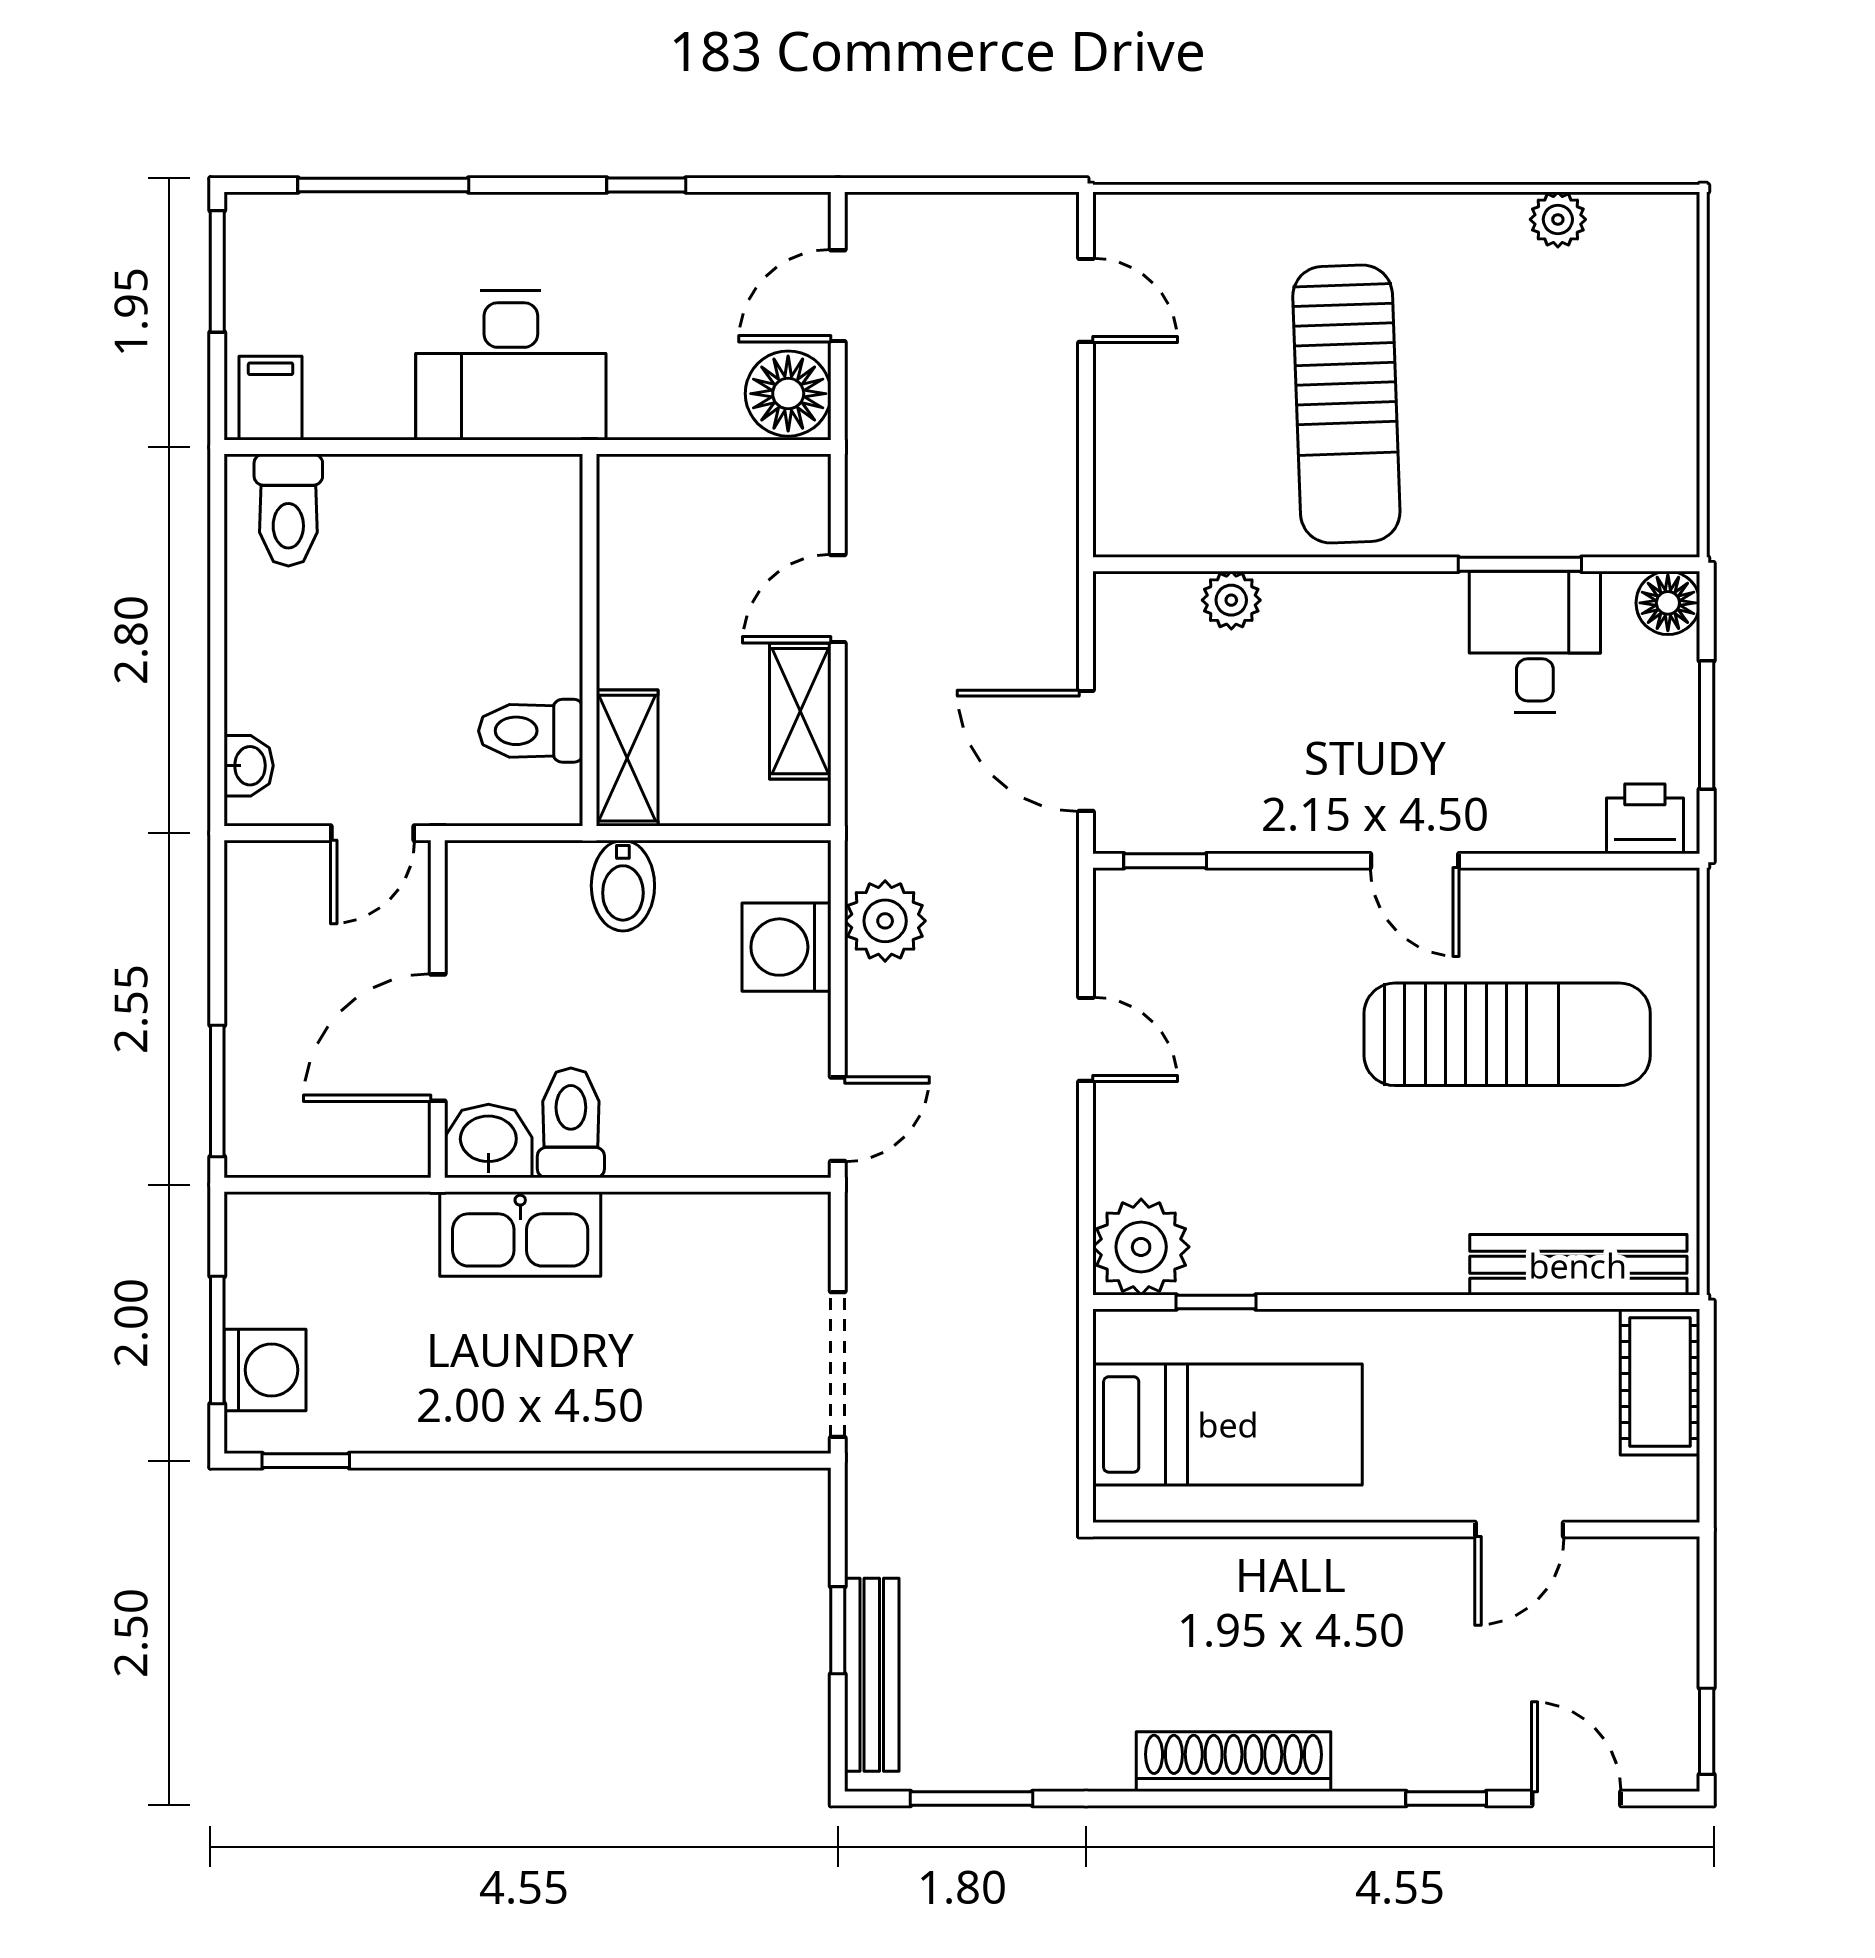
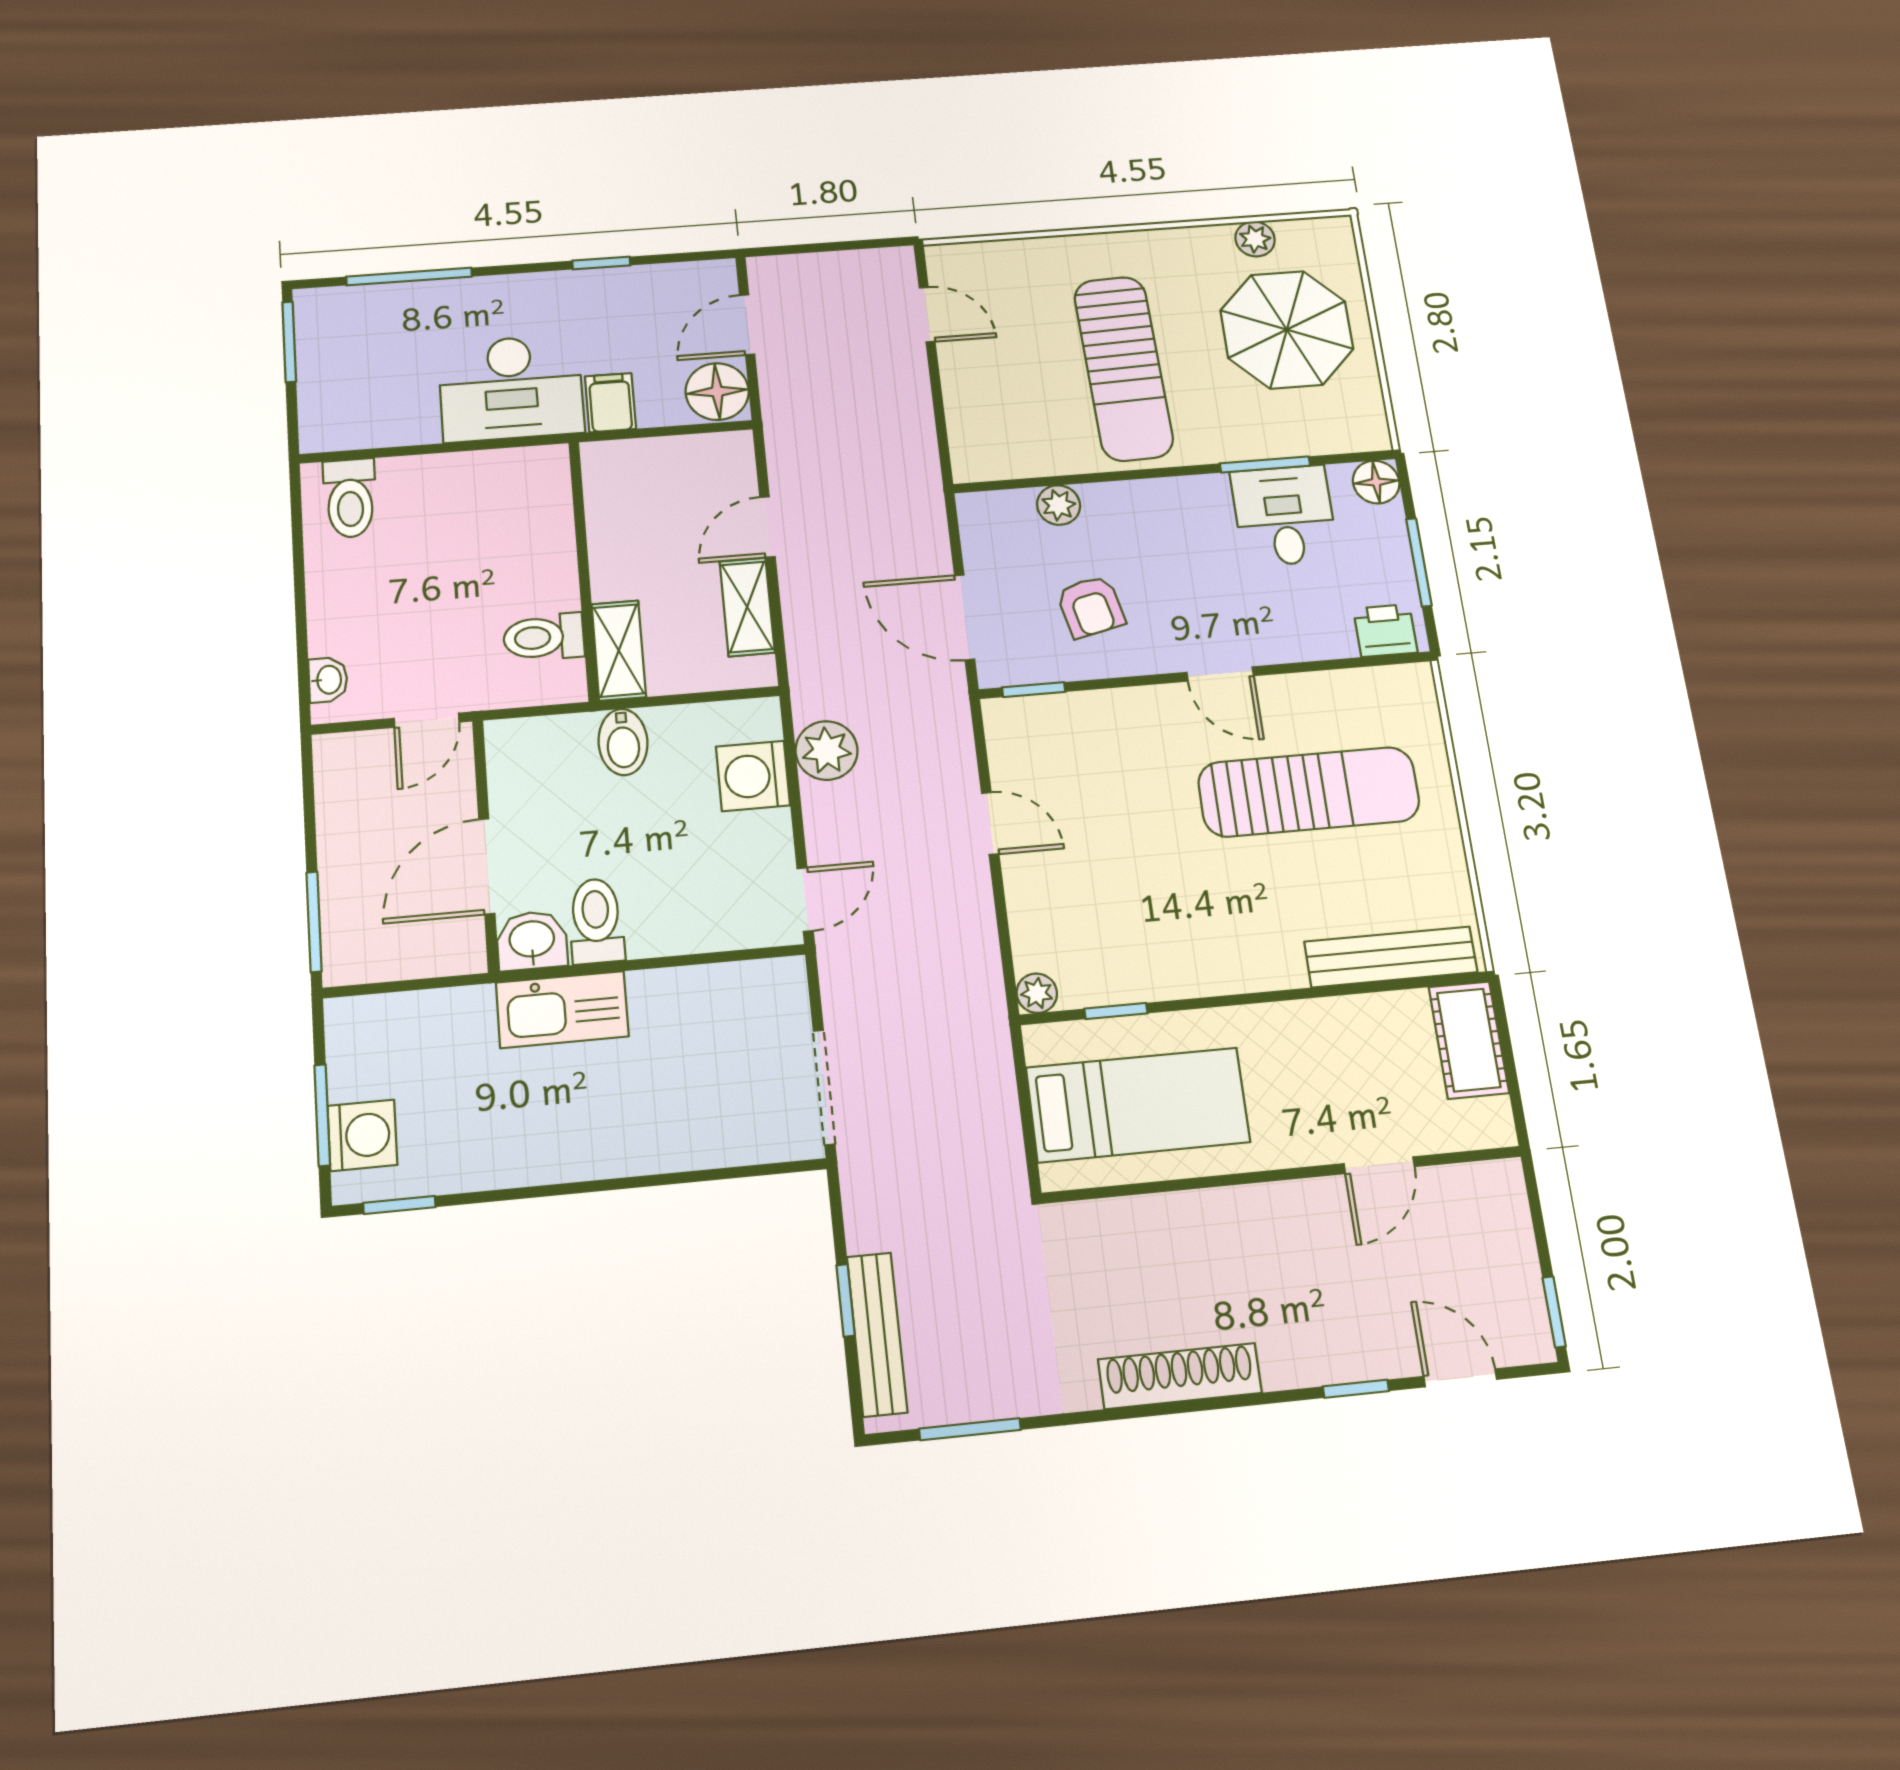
parasol: (1581, 364) -> (1287, 330), added
filing cabinet: (271, 398) -> (610, 403), moved
armchair: (1256, 751) -> (1091, 607), added
plant: (1141, 1247) -> (1037, 993), width x0.53, depth x0.53

